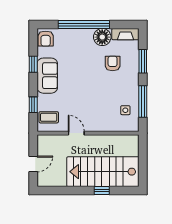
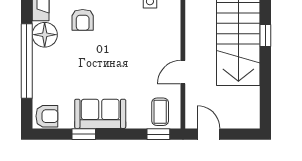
armchair: (113, 63) -> (83, 20), turned -90
window: (33, 105) -> (158, 134), moved
door: (33, 164) -> (209, 134), moved

